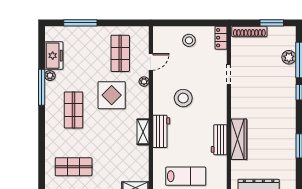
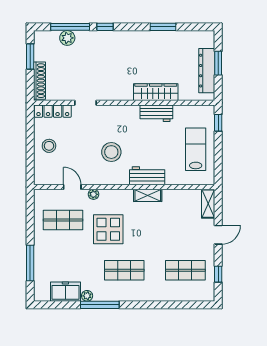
locker: (221, 38) -> (53, 111), width x1.53
shop shelf: (74, 167) -> (185, 270), turned 90

